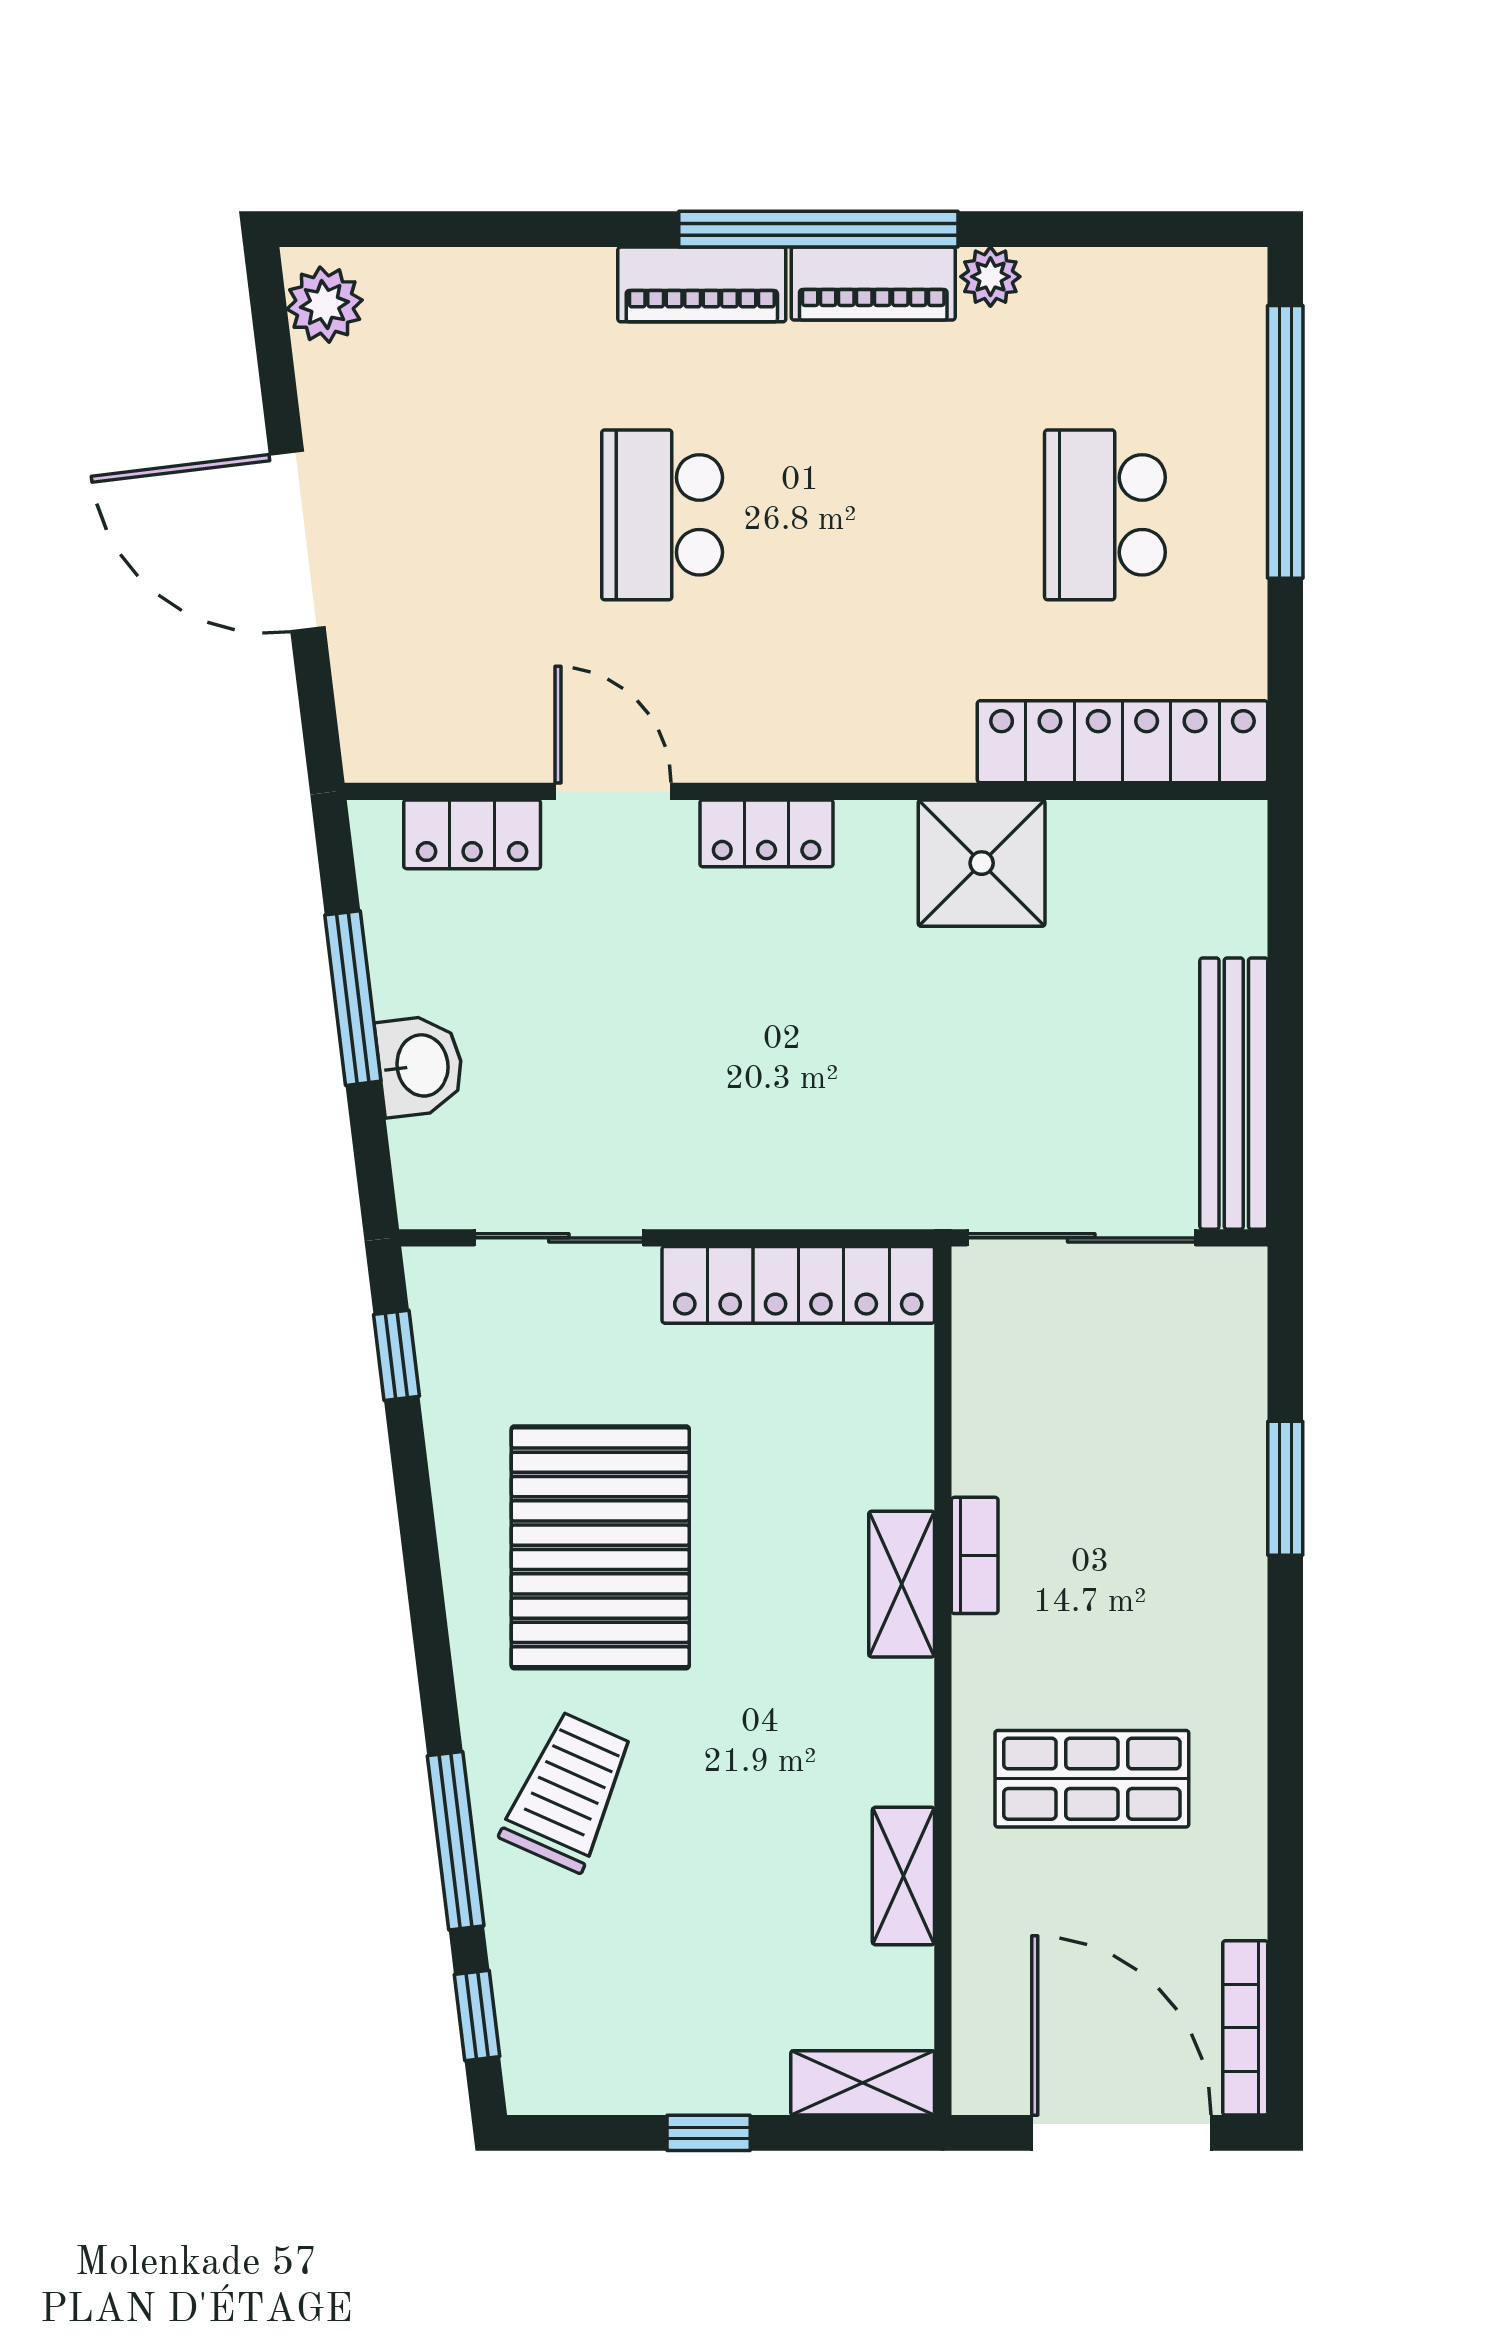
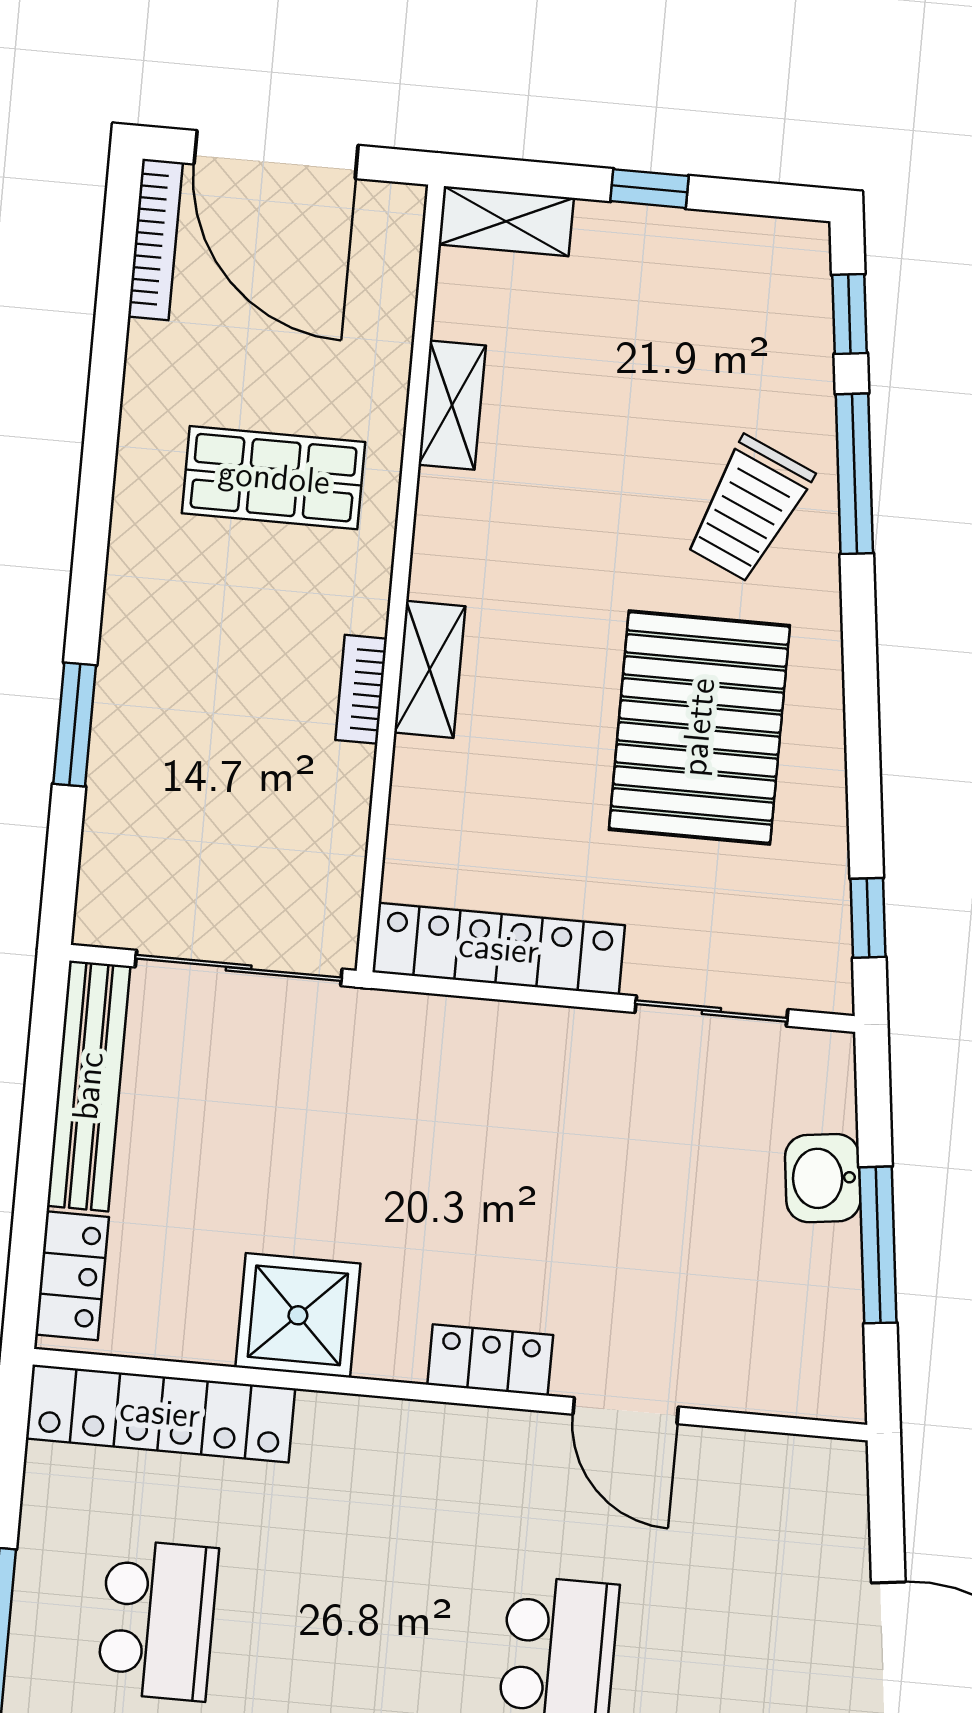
locker: (472, 834) -> (72, 1276), moved, turned 90

